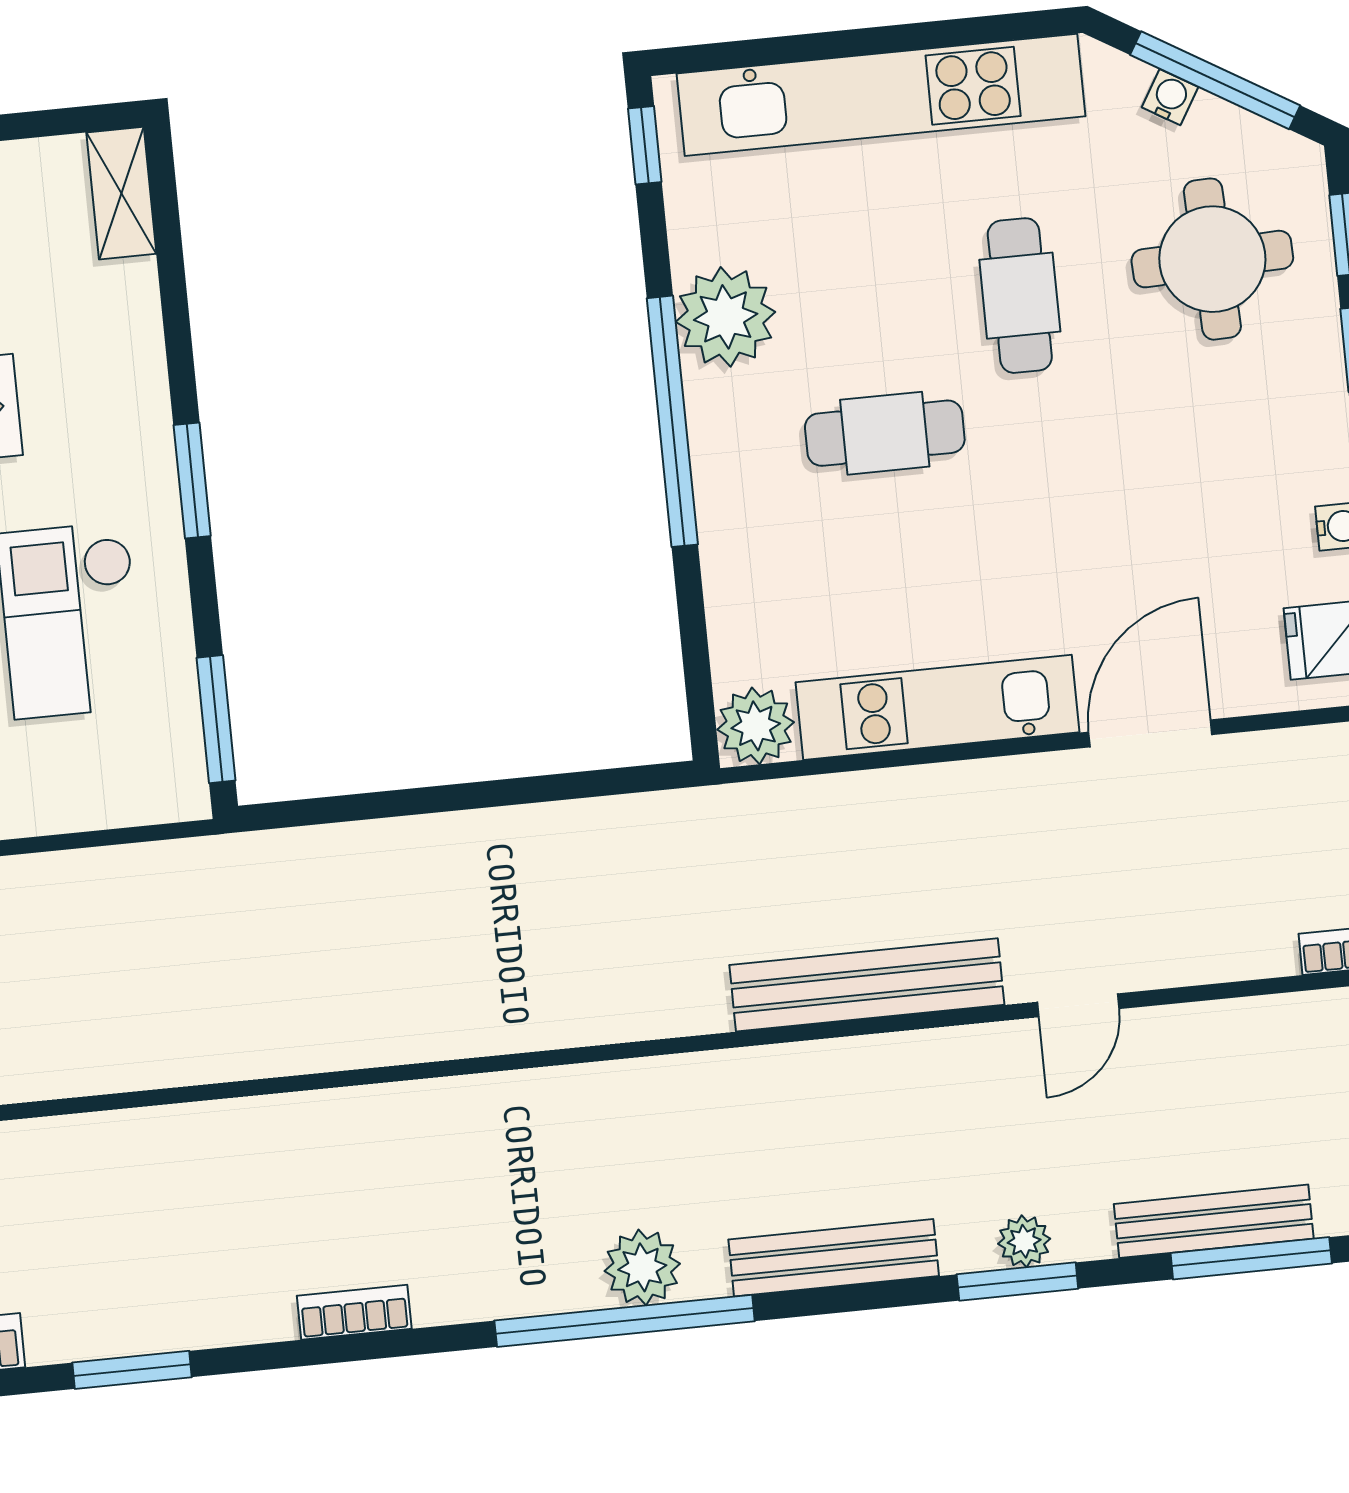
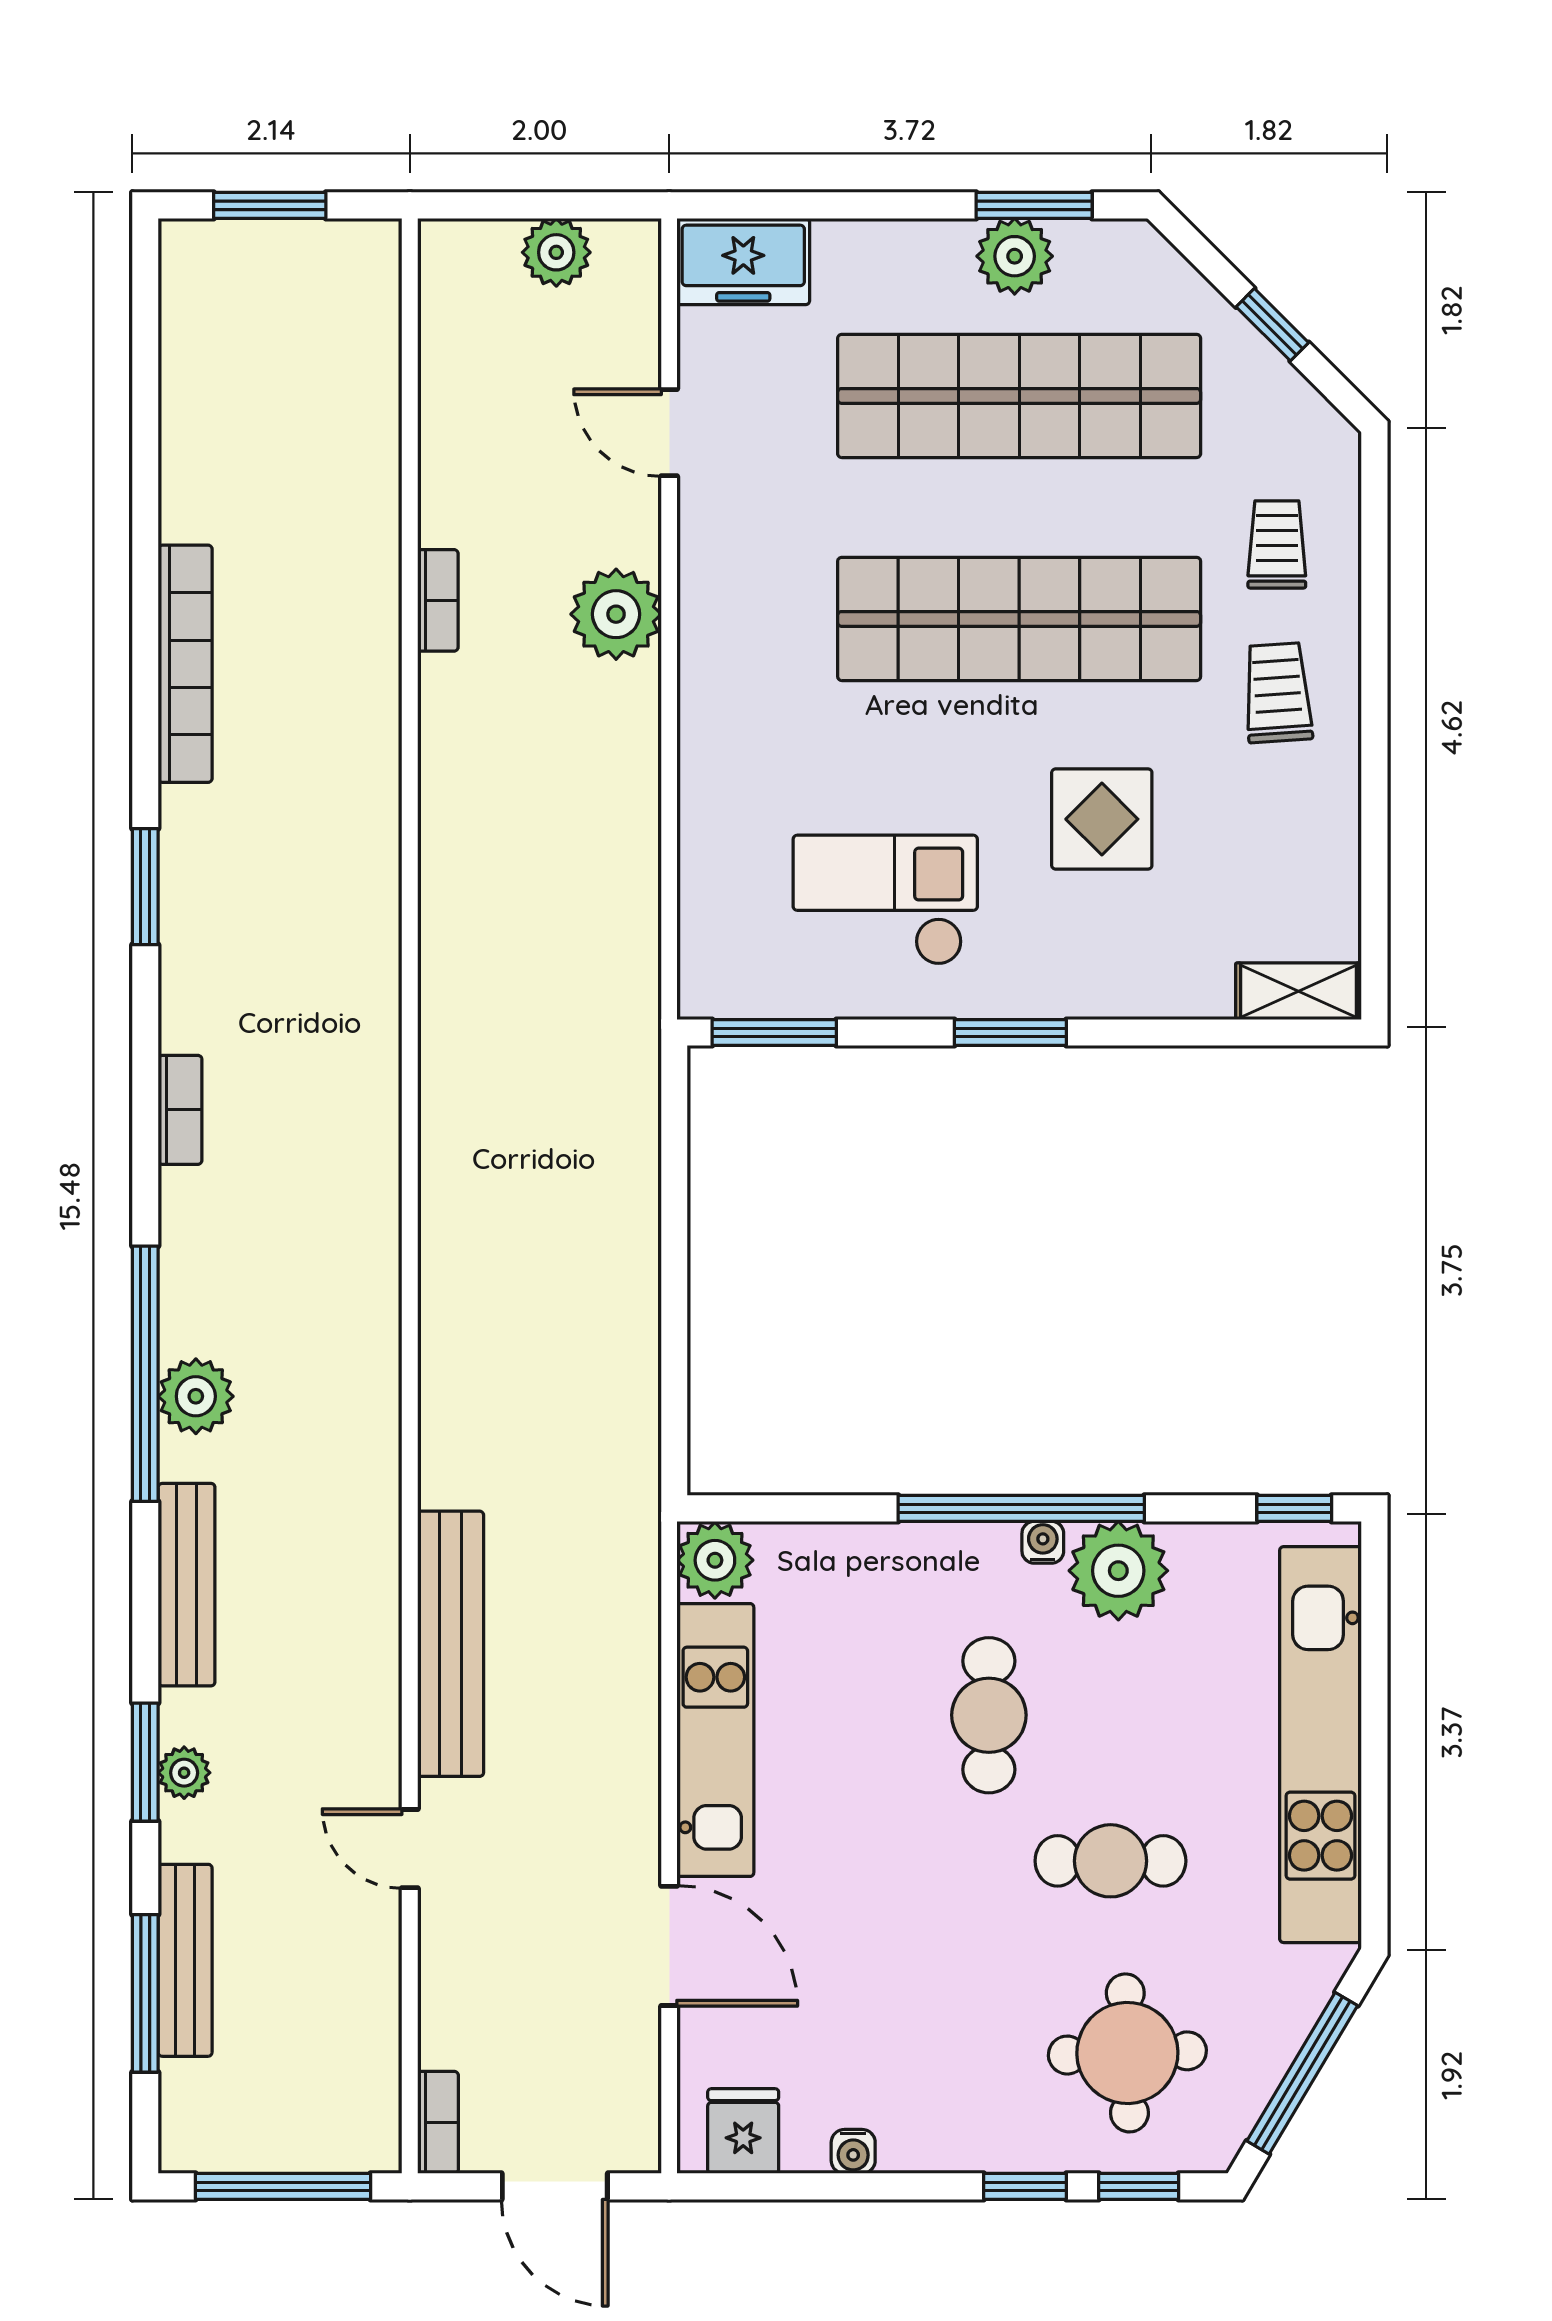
water cooler: (1170, 97) -> (1043, 1542), moved, turned -121

